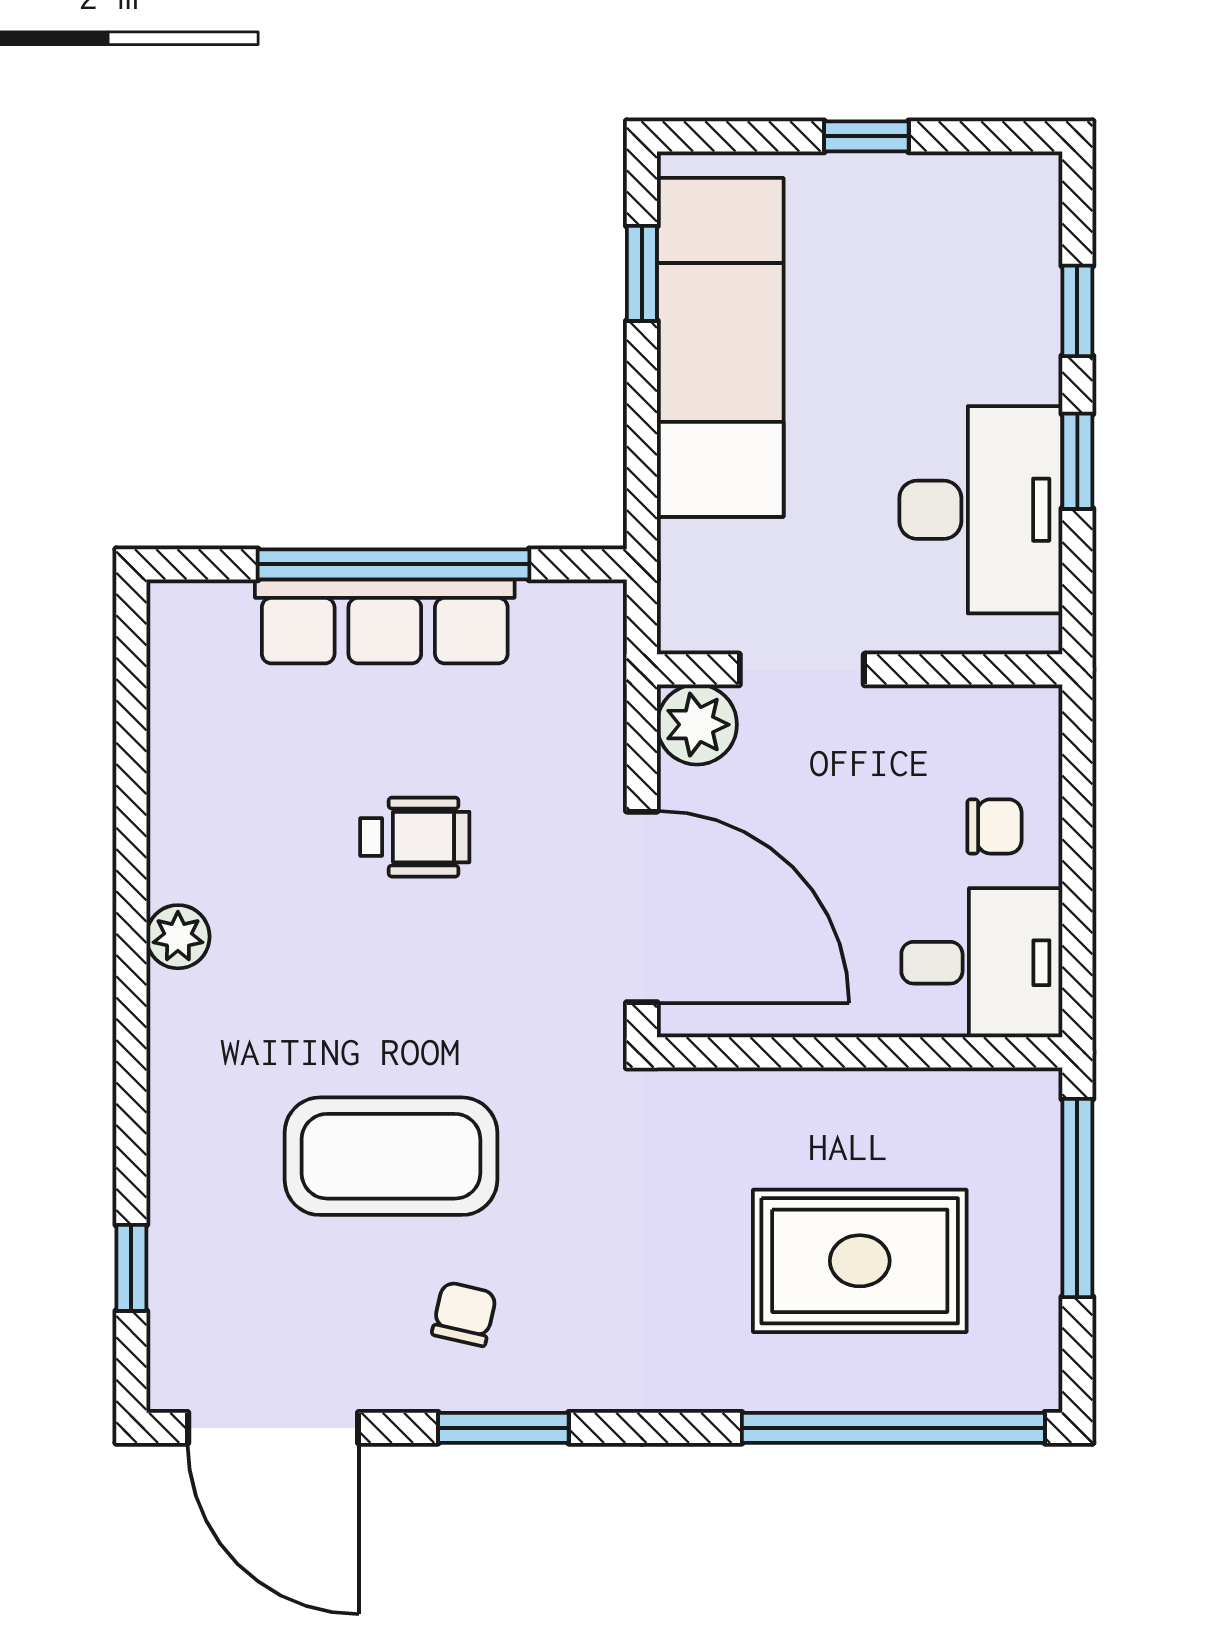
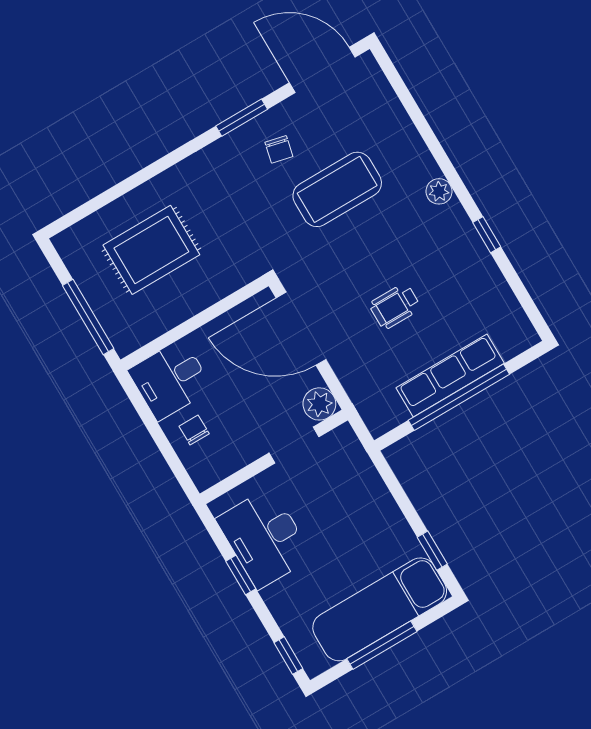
window: (866, 136) -> (382, 645), width x2.17
window: (1077, 311) -> (288, 656), moved
exam couch: (720, 347) -> (380, 609), moved, turned 90
chair: (994, 826) -> (194, 430), turned 90
plant: (178, 937) -> (439, 191), moved
window: (131, 1268) -> (487, 235), moved
window: (893, 1428) -> (105, 198), removed

